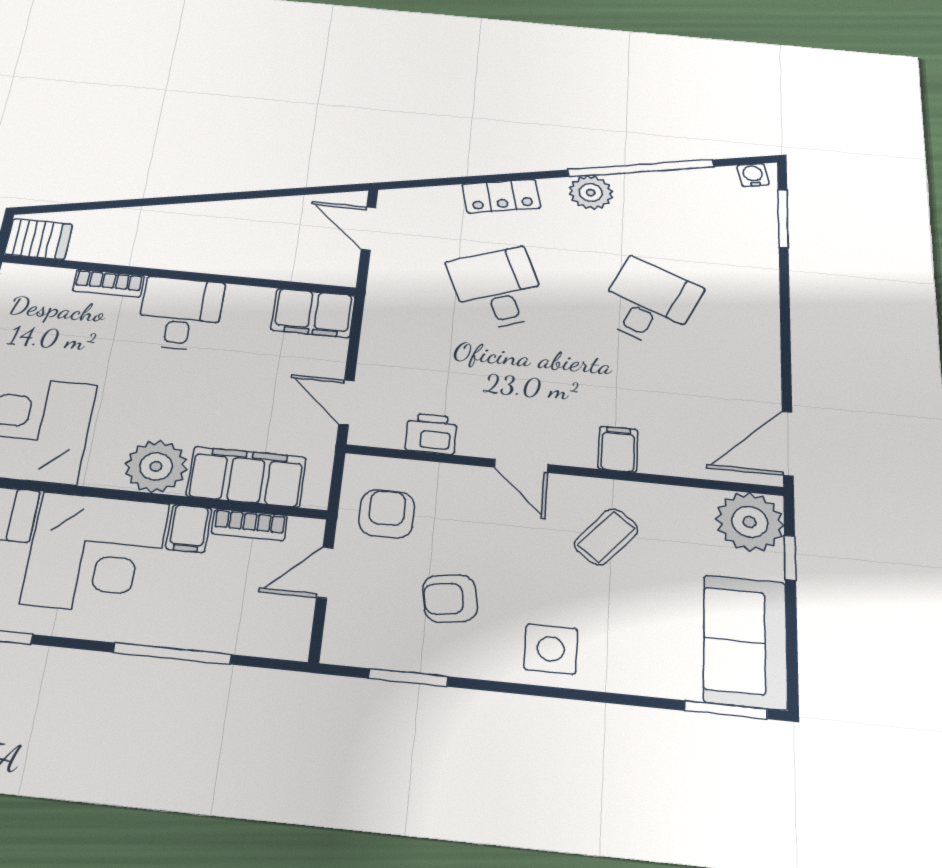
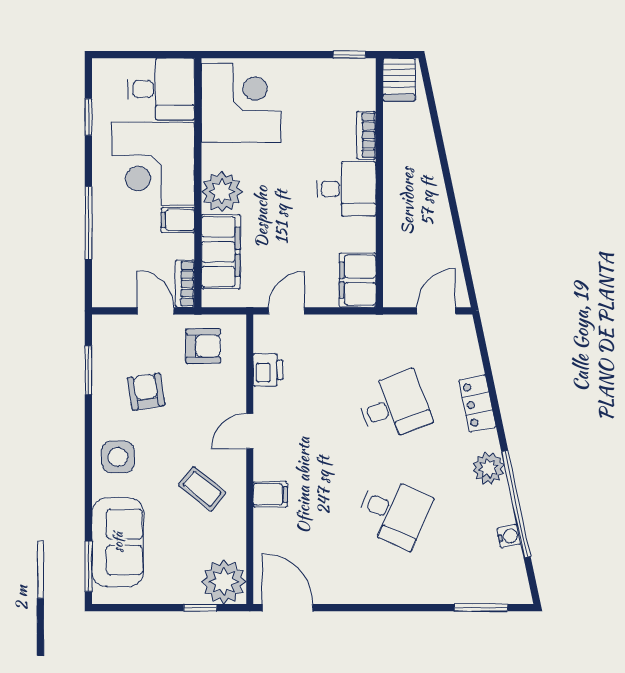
water cooler: (753, 175) -> (509, 536), moved
bookcase: (249, 525) -> (185, 284), moved
sofa: (745, 642) -> (118, 542), moved, turned 90

